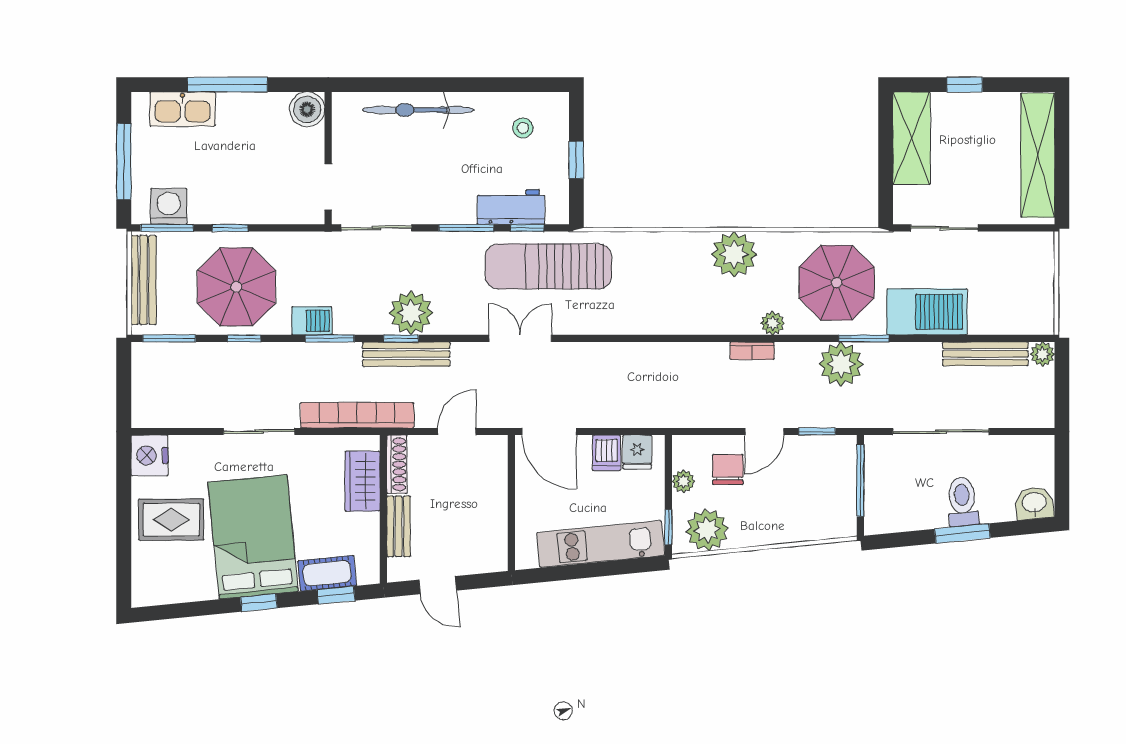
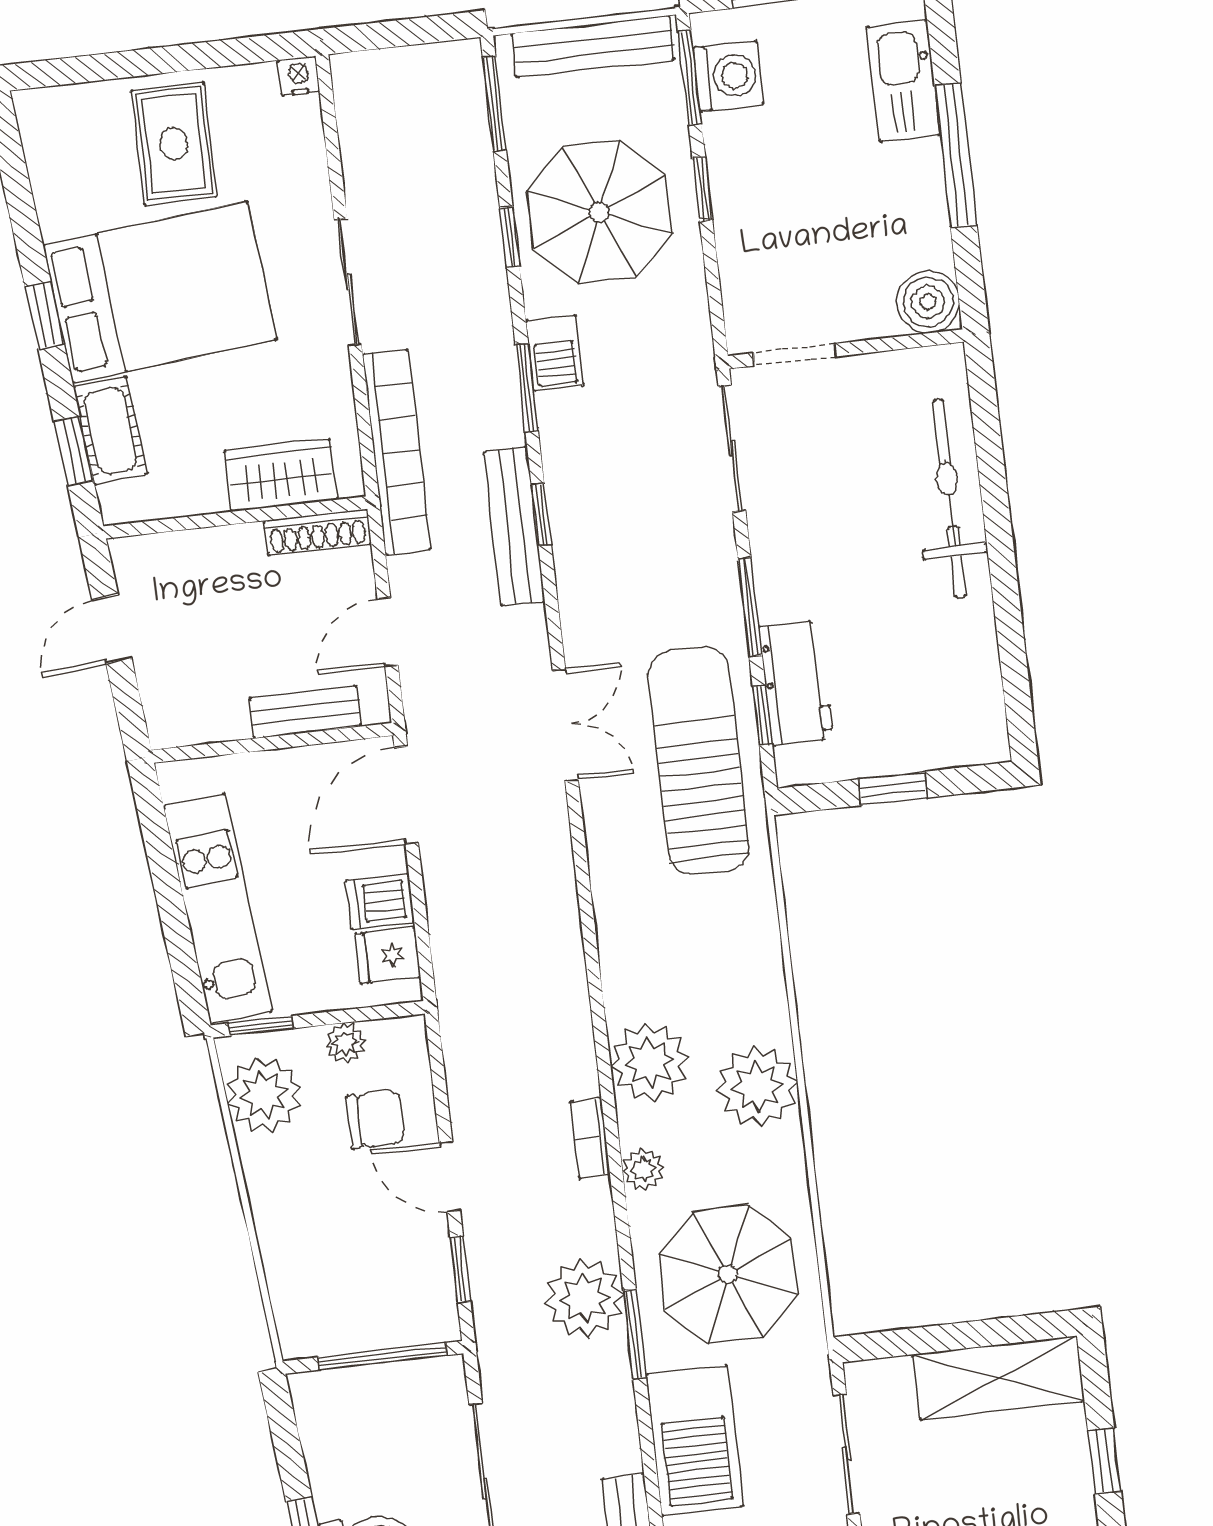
stool: (523, 128) -> (939, 688), removed
plant: (411, 313) -> (650, 1062), moved
door: (457, 432) -> (388, 632), swing flipped
nightstand: (149, 455) -> (299, 76), width x0.53, depth x0.56
bench: (399, 526) -> (305, 712), moved

